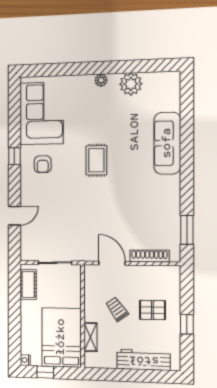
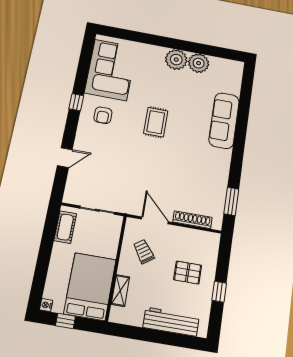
plant: (101, 80) -> (176, 60), width x1.88, depth x1.88
trolley: (117, 309) -> (144, 251), moved

